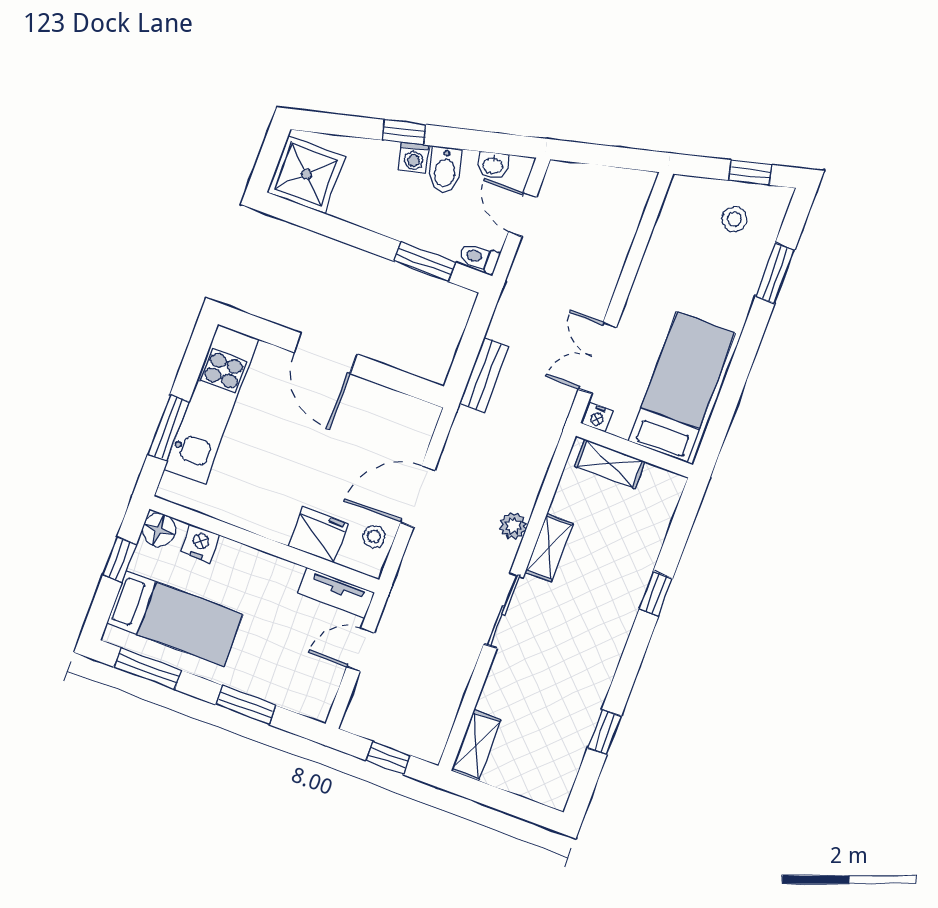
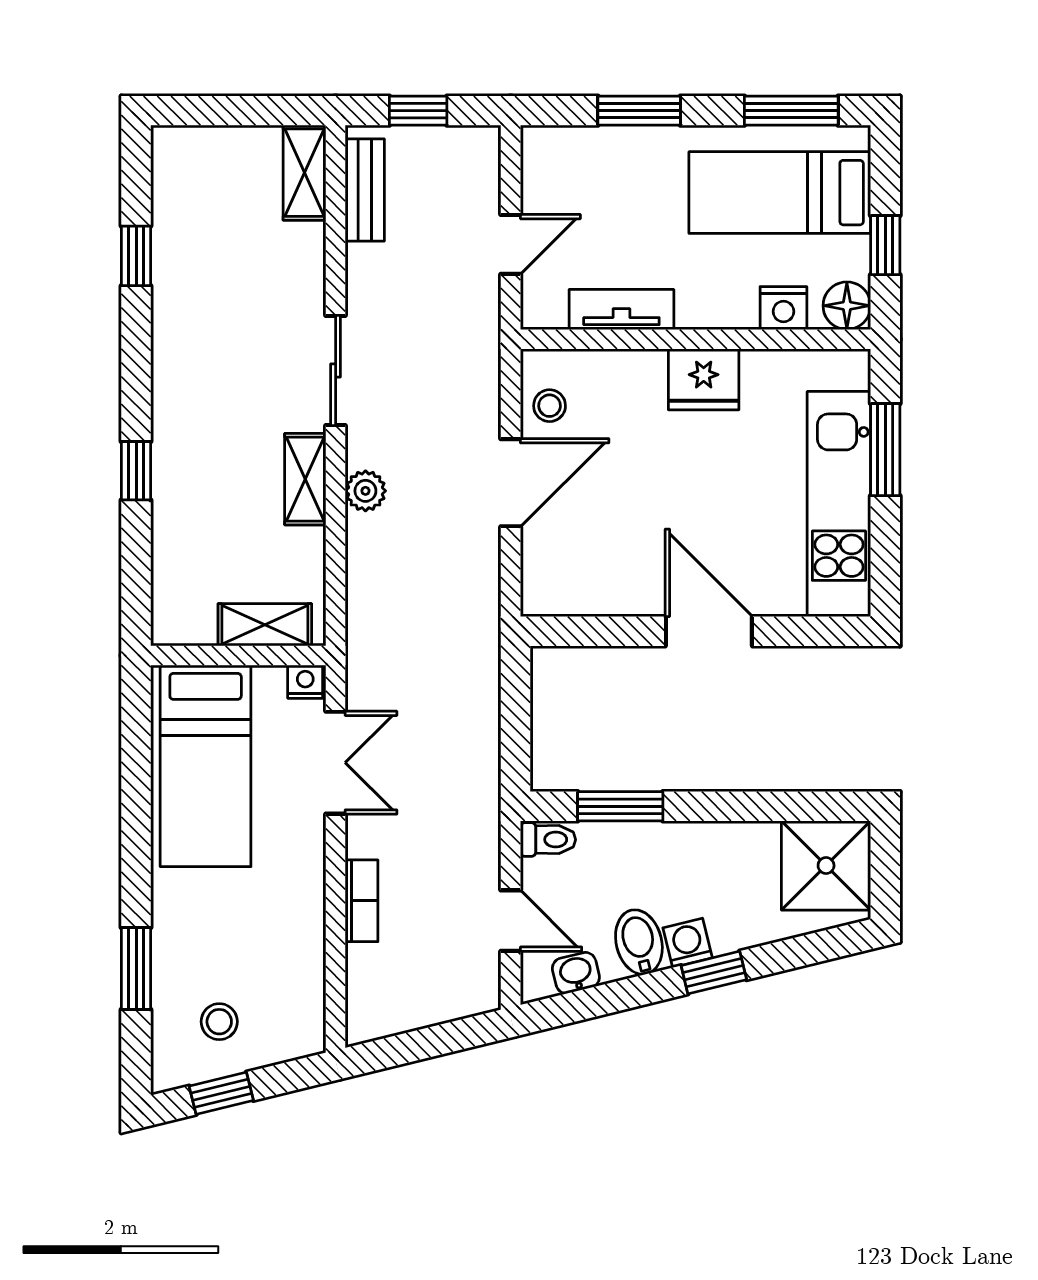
bookcase: (614, 263) -> (362, 901), added
bench: (484, 375) -> (365, 190), moved
fridge: (318, 535) -> (704, 379), moved
tv unit: (336, 593) -> (621, 310), moved

